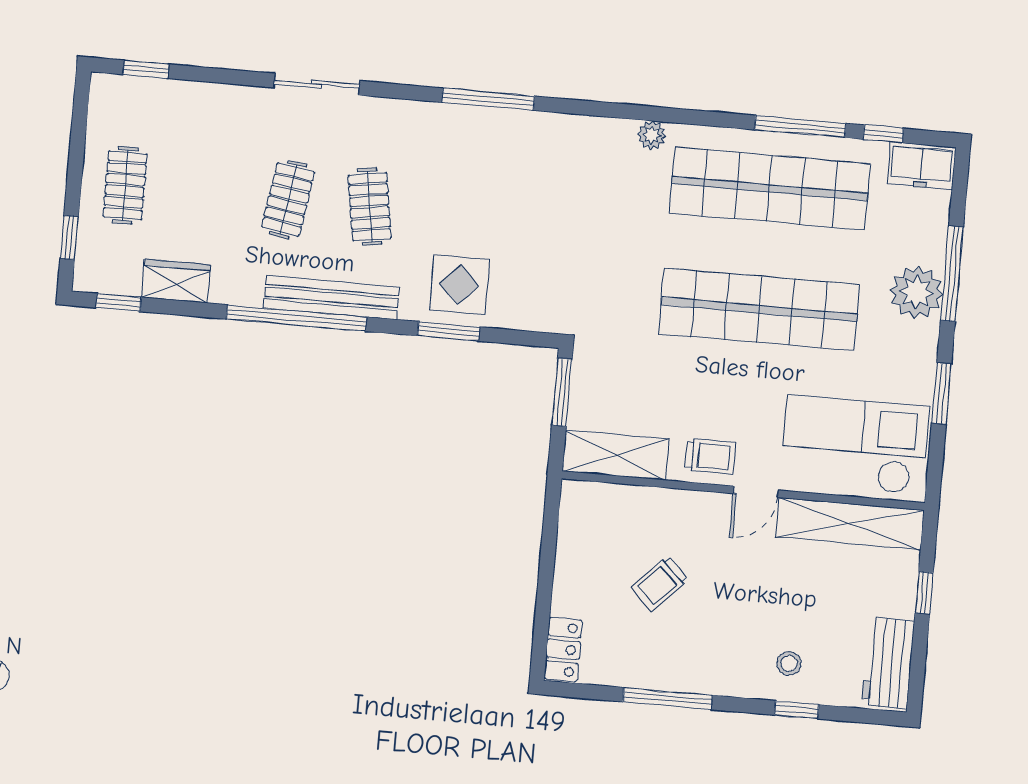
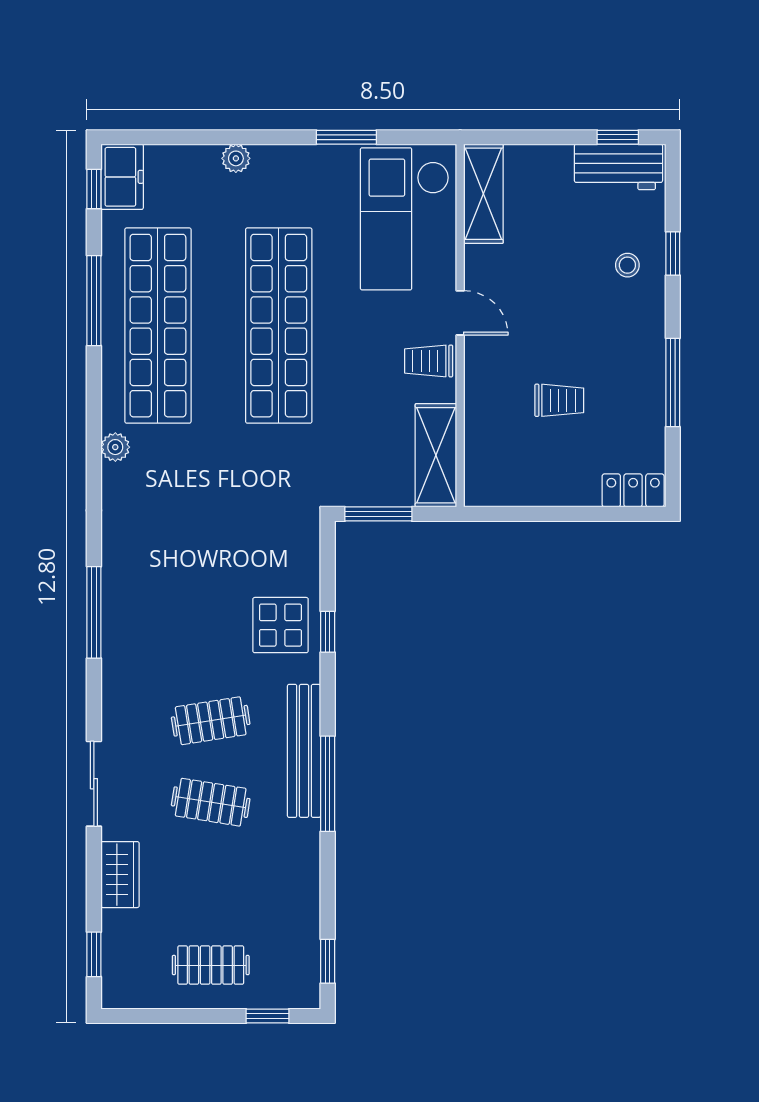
window: (883, 134) -> (94, 189), moved
window: (952, 274) -> (227, 137), removed
wardrobe: (176, 281) -> (120, 875), moved, turned 180
plant: (917, 292) -> (236, 158), width x0.53, depth x0.53
window: (296, 318) -> (328, 784), width x0.68
window: (448, 331) -> (328, 632), width x0.67
trolley: (710, 456) -> (429, 361), turned -90
shelving: (850, 524) -> (483, 194), width x0.68
trolley: (660, 584) -> (559, 400), turned -45
window: (924, 593) -> (618, 137), moved

